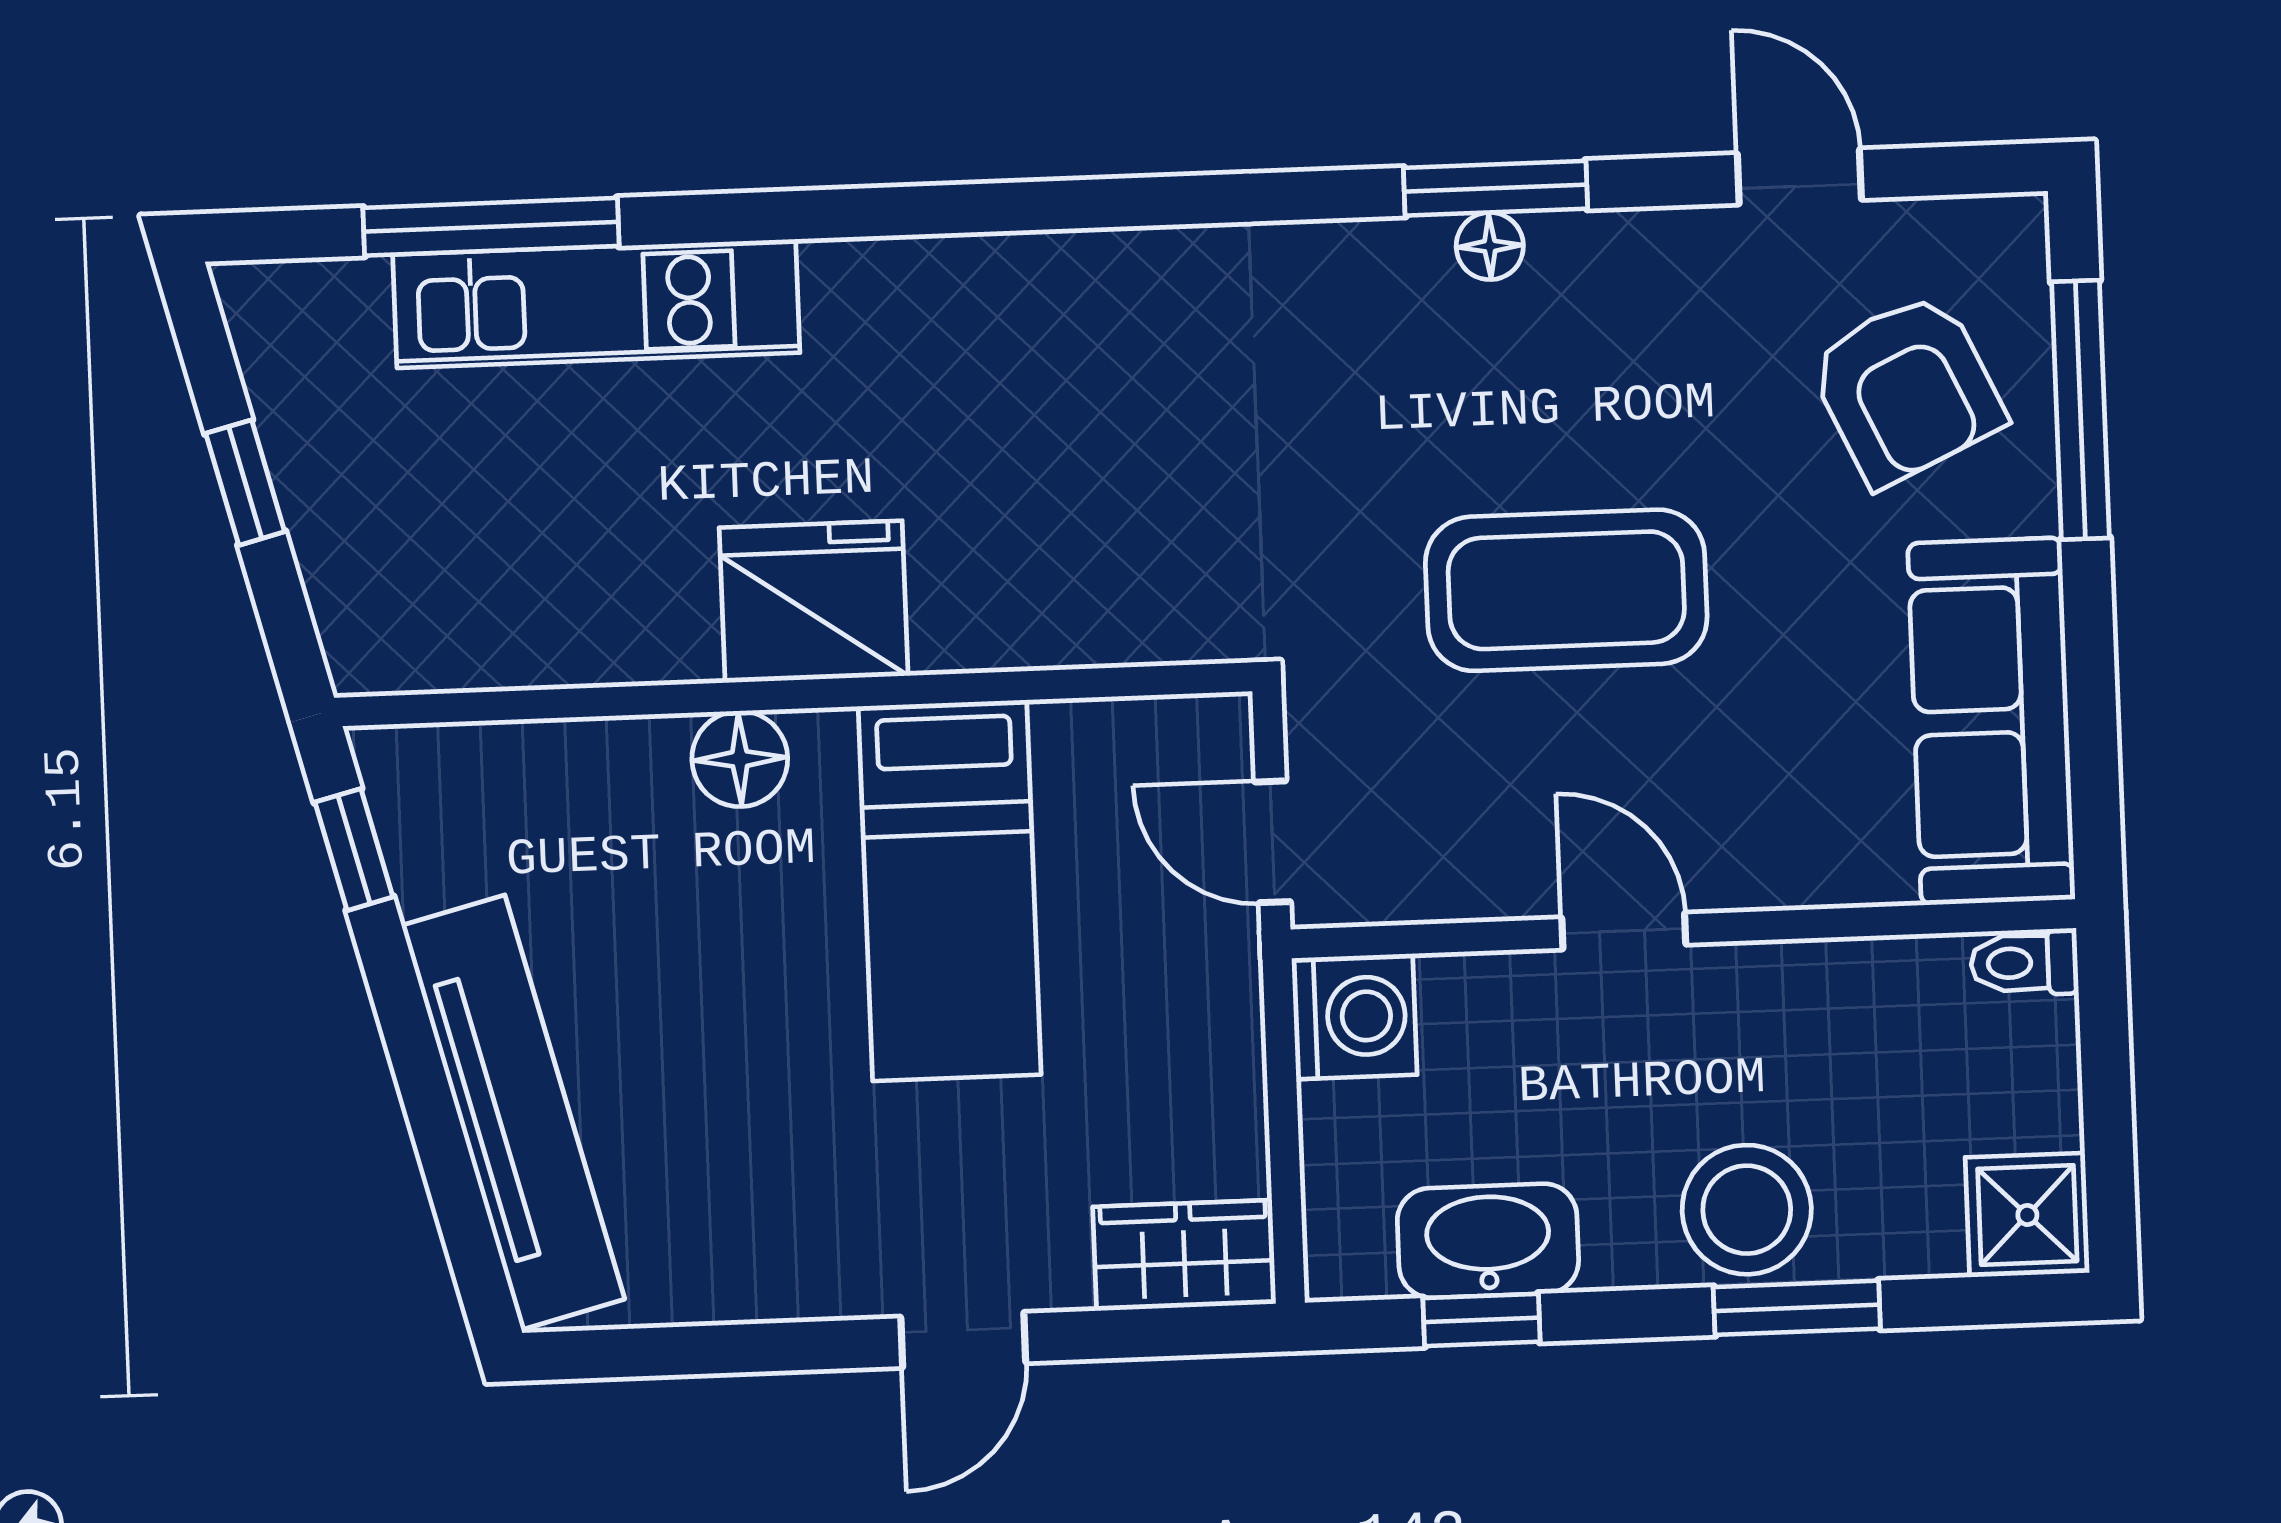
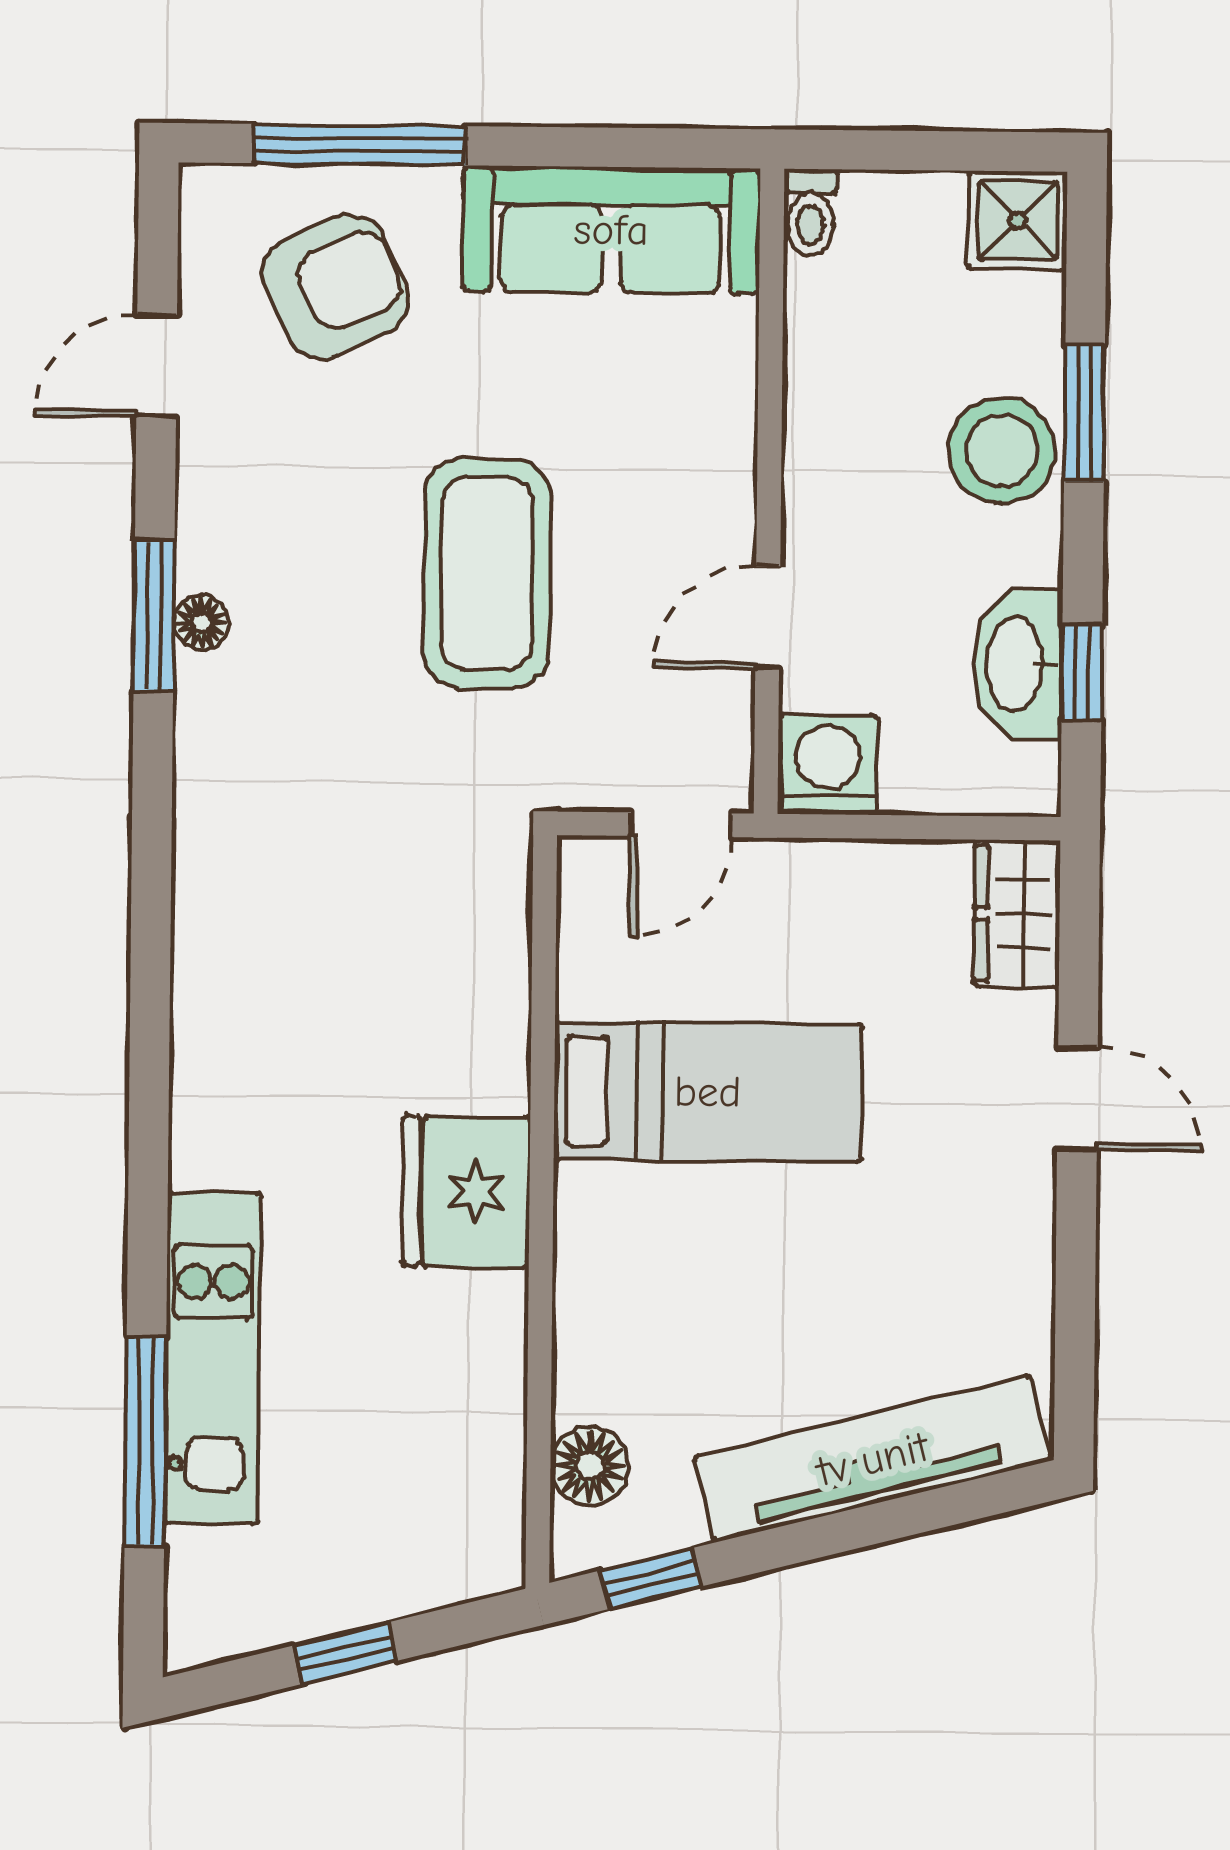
floor lamp: (740, 759) -> (590, 1466), moved
door: (1624, 931) -> (768, 618), moved

